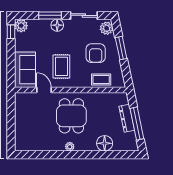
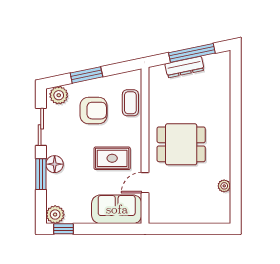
floor lamp: (105, 143) -> (219, 98), removed
plant: (70, 147) -> (224, 186), moved

